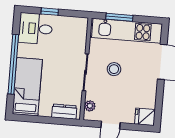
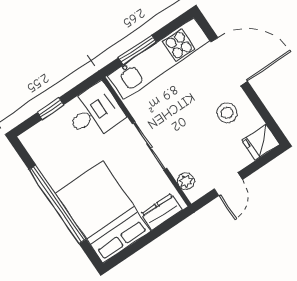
desk: (36, 29) -> (94, 112), moved, turned 180
stool: (114, 69) -> (227, 113), moved
bed: (27, 87) -> (103, 212), width x1.50

